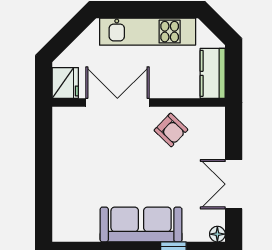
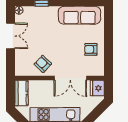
armchair: (78, 158) -> (91, 49), added
sofa: (141, 224) -> (79, 15), moved

